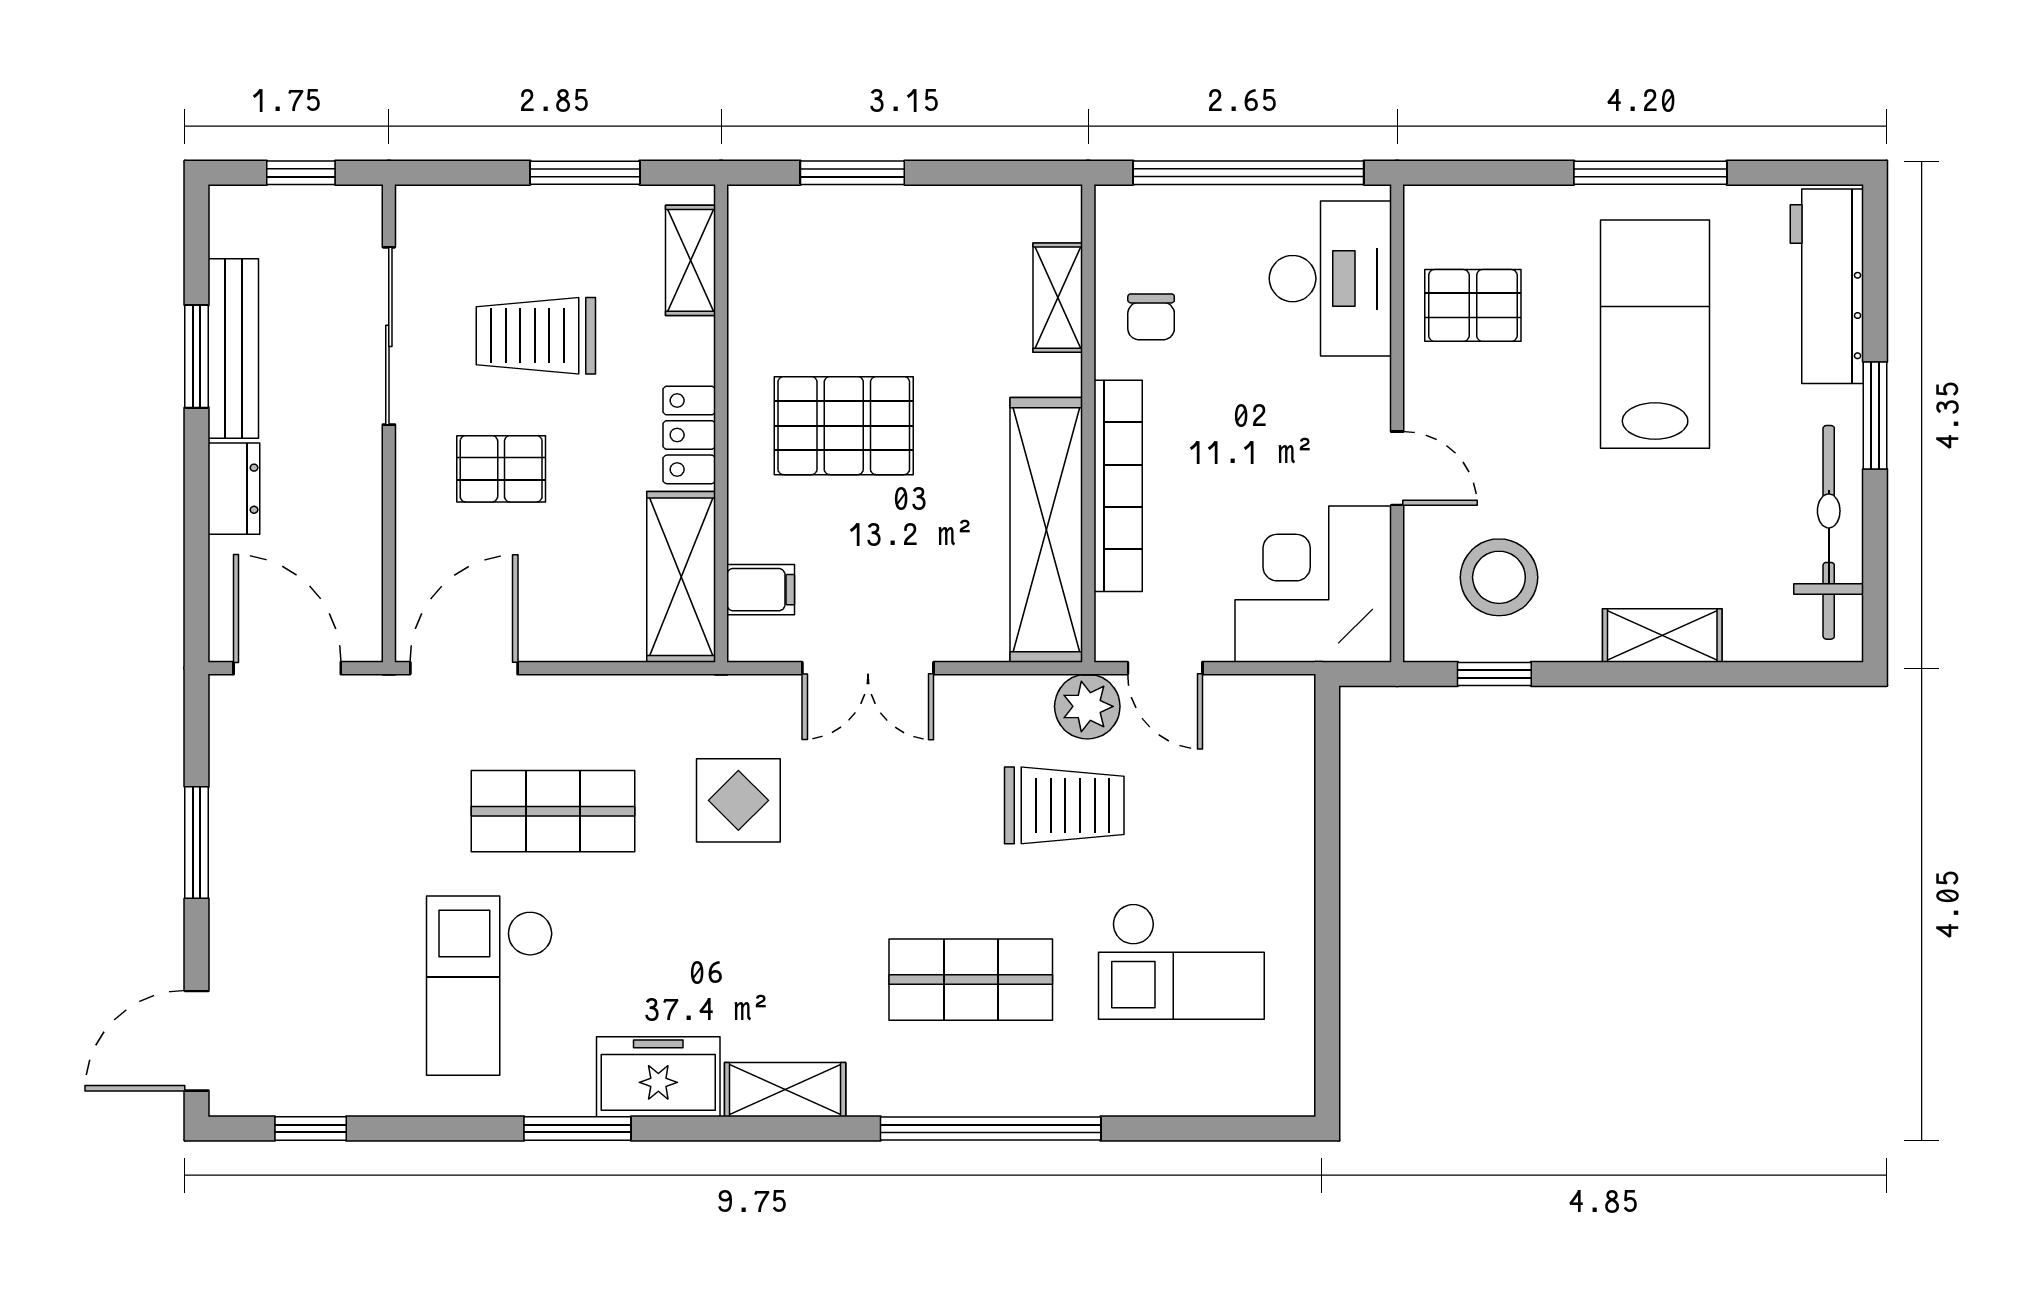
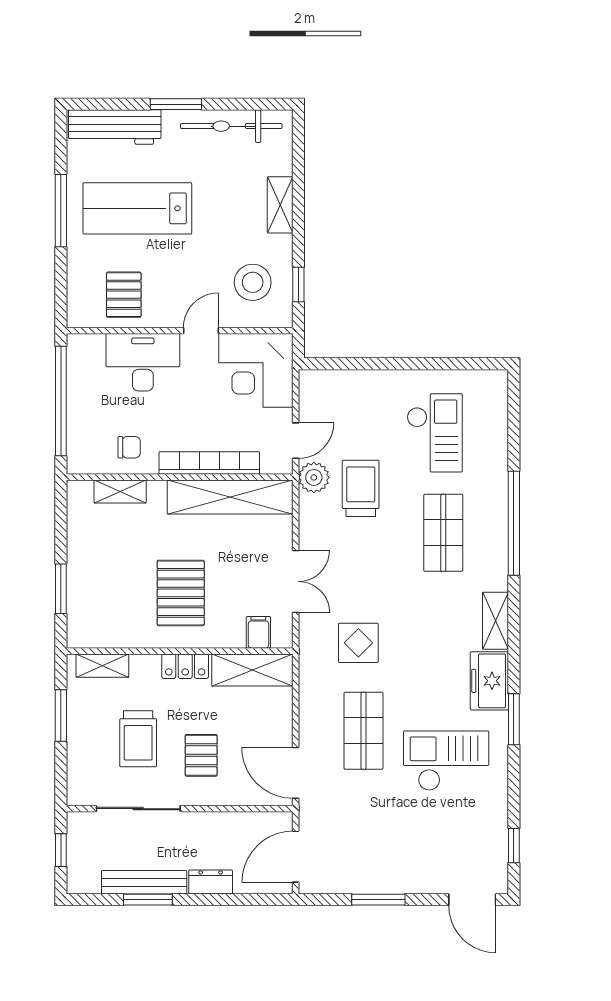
desk: (1330, 279) -> (143, 362), moved
checkout: (490, 986) -> (446, 761), turned 180

